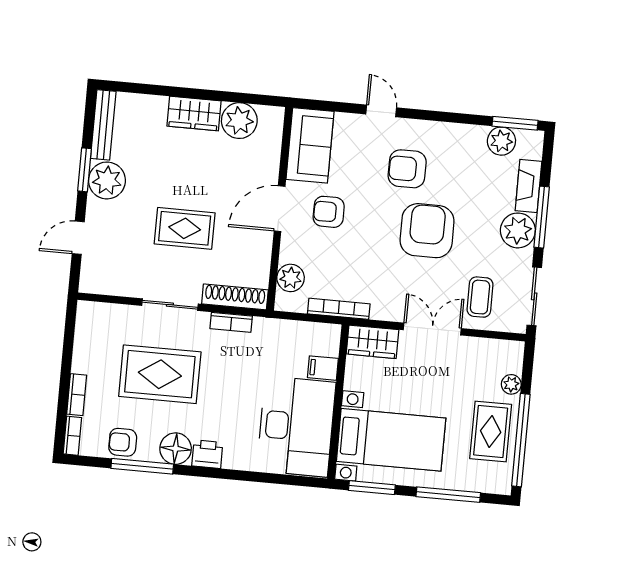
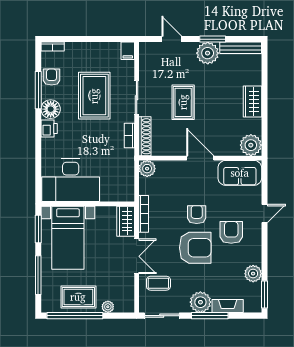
plant: (239, 121) -> (251, 145), moved
plant: (501, 141) -> (253, 274), moved
armchair: (329, 212) -> (197, 215), moved
plant: (291, 278) -> (147, 169), moved
bookcase: (339, 309) -> (144, 214), moved
filing cabinet: (323, 368) -> (128, 51), moved, turned 180
bookcase: (77, 395) -> (77, 47), removed

